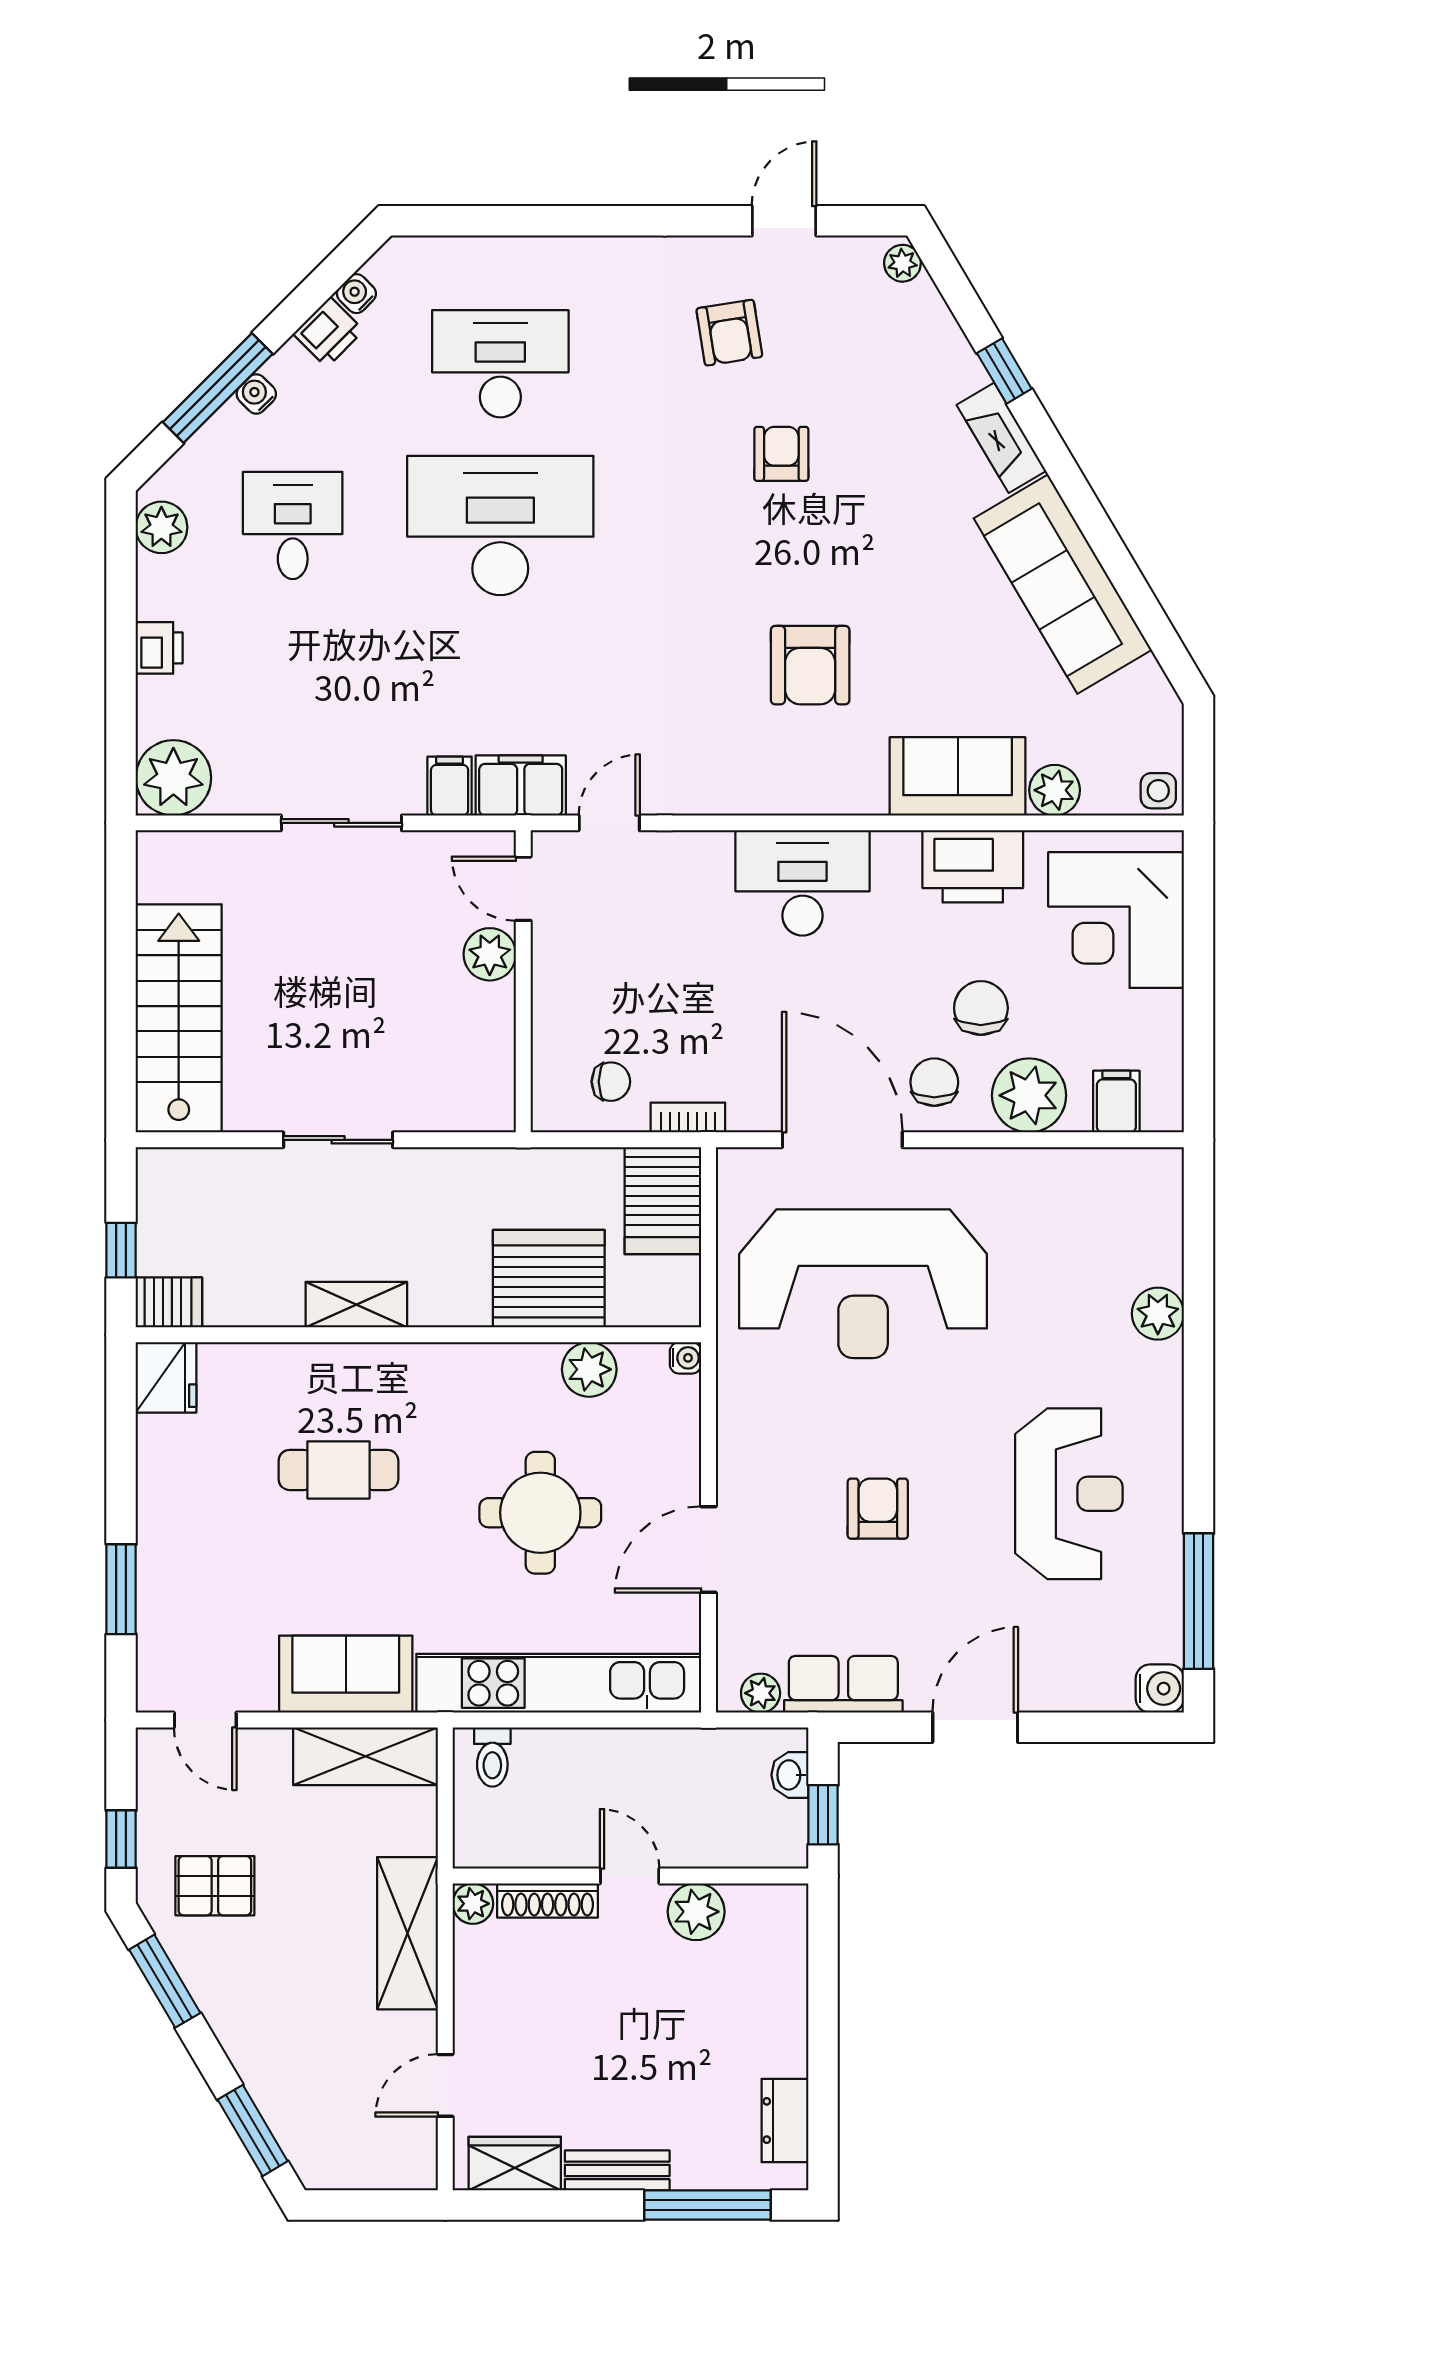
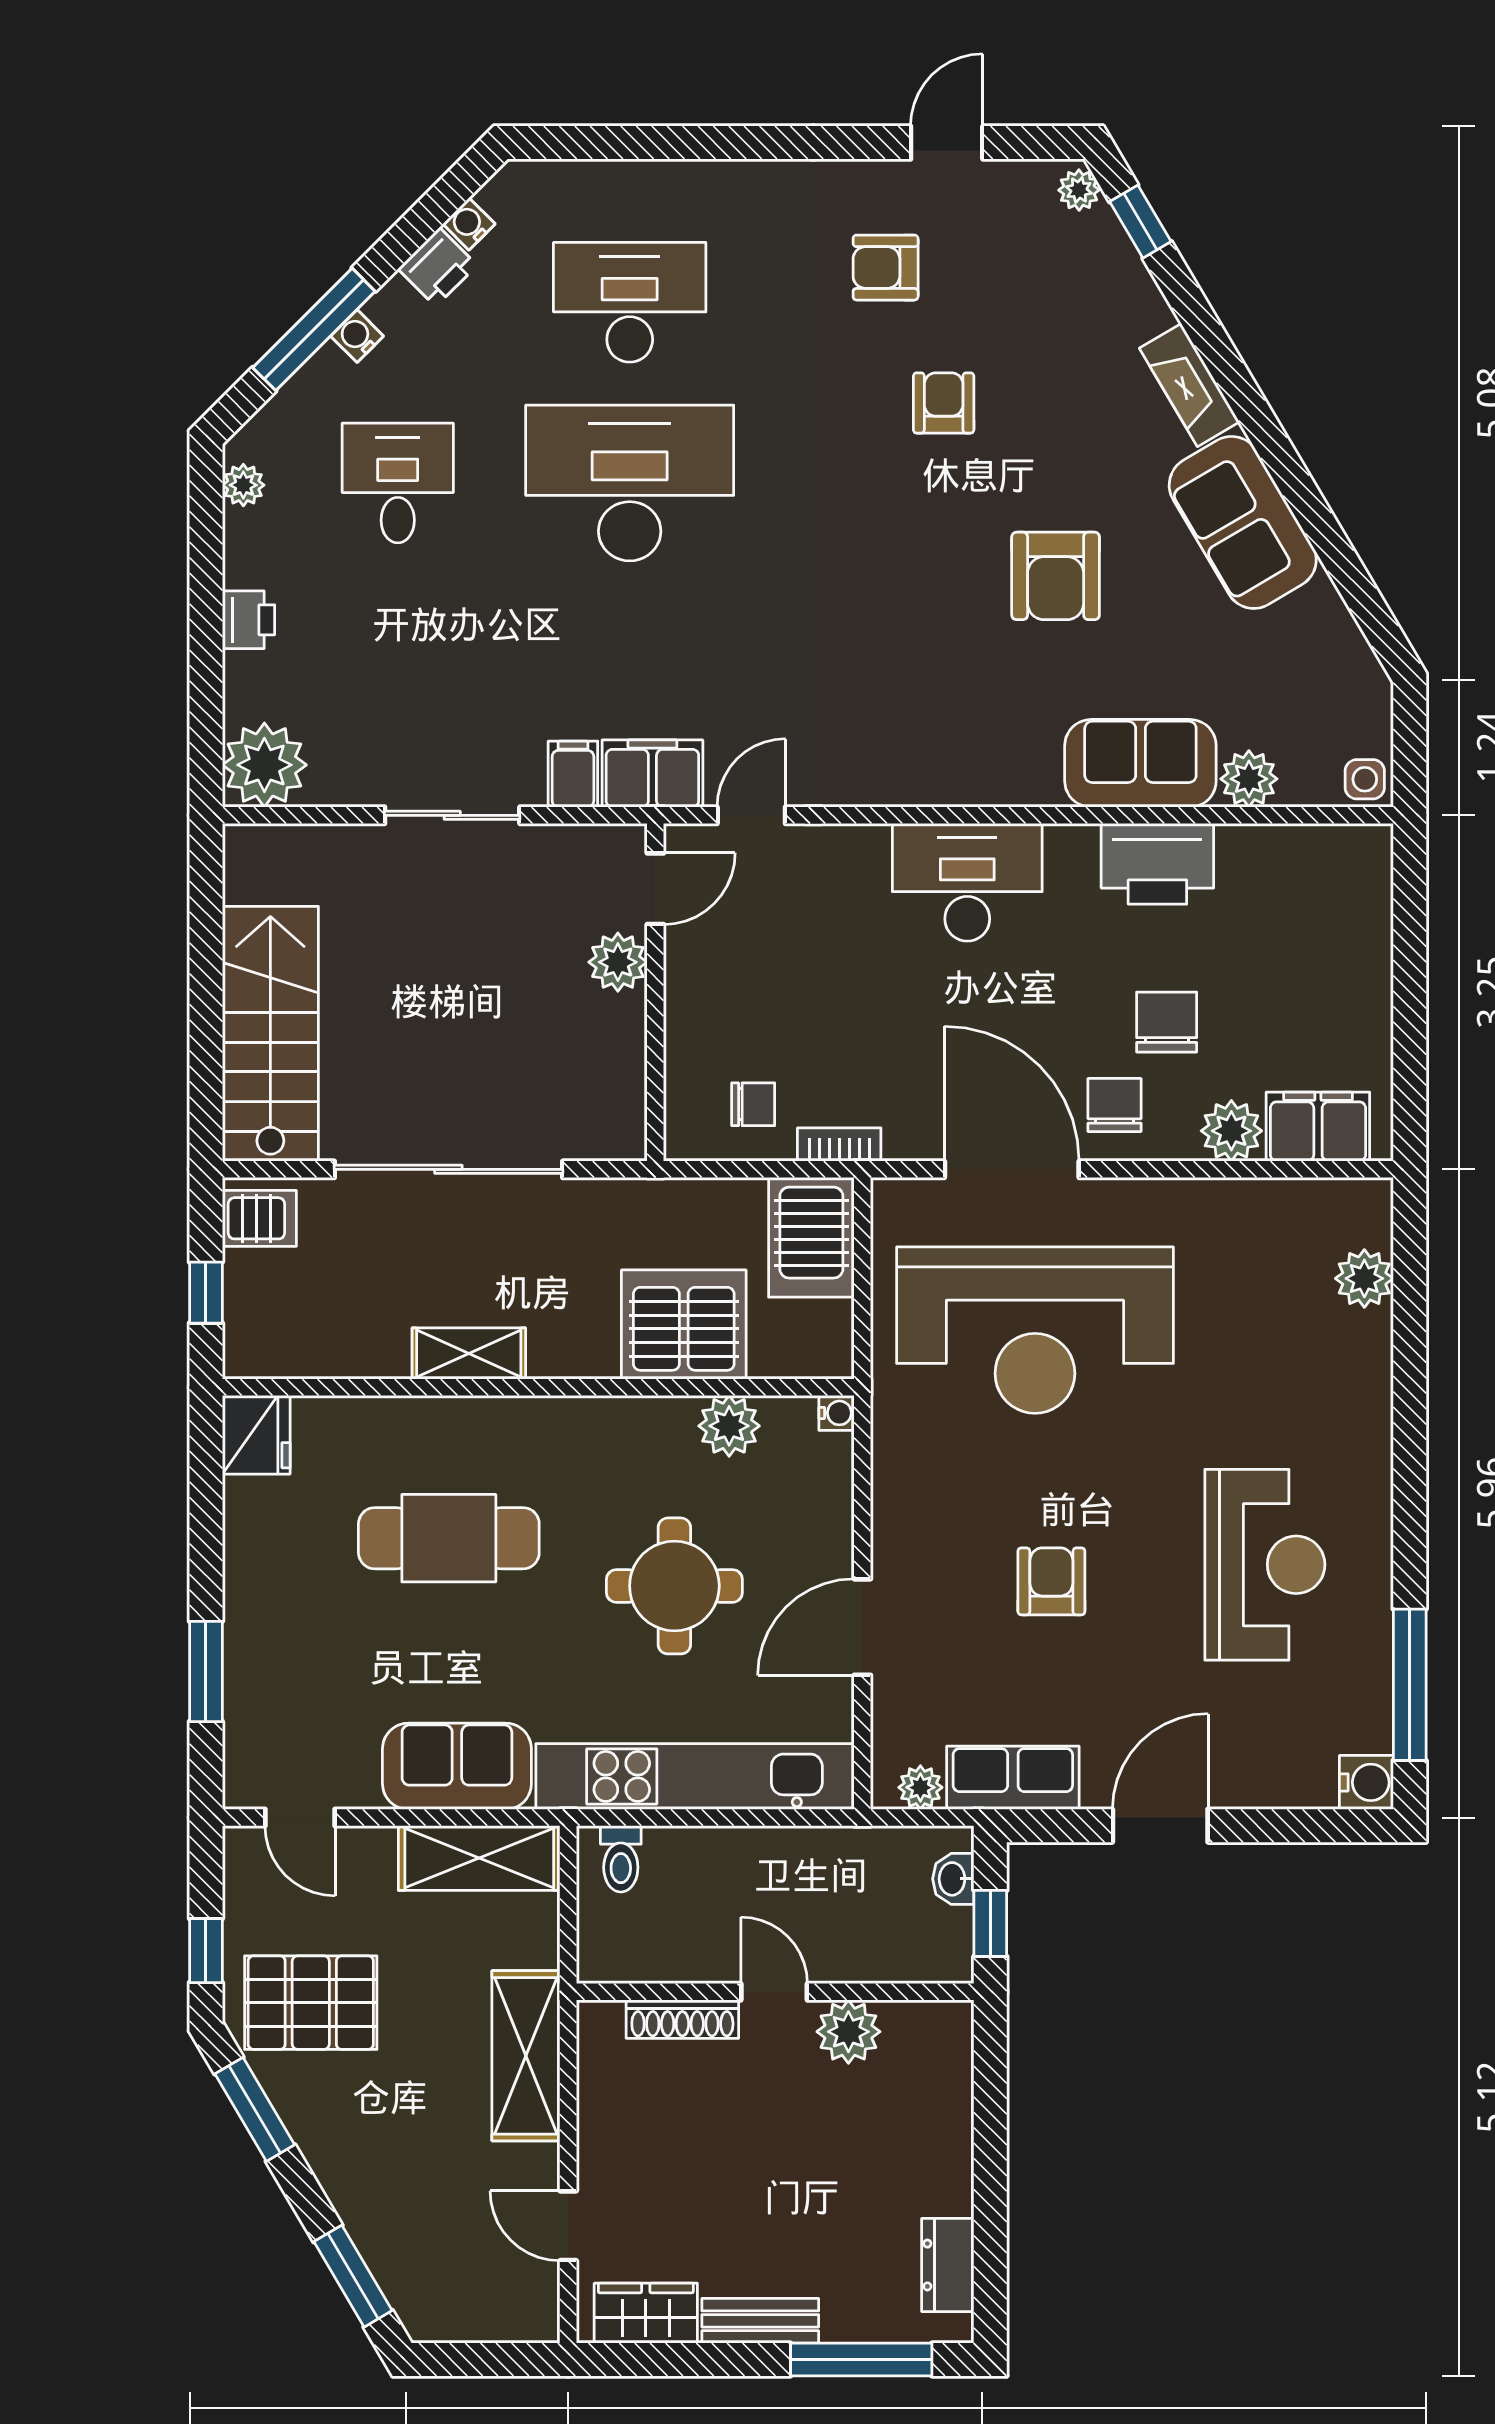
armchair: (729, 333) -> (886, 268), turned 99
window: (1004, 371) -> (1140, 222), moved
plant: (161, 527) -> (243, 485), width x0.73, depth x0.73
sofa: (1063, 584) -> (1243, 522), width x0.73
armchair: (810, 665) -> (1056, 576), moved
door: (523, 889) -> (655, 889), swing flipped
corner desk: (1116, 920) -> (1318, 924), removed
plant: (1029, 1095) -> (1231, 1131), width x0.73, depth x0.73
filing cabinet: (1116, 1102) -> (1318, 1127), width x2.00
sliding door: (338, 1140) -> (448, 1169), width x1.86
server rack: (169, 1302) -> (259, 1218), moved
plant: (1158, 1314) -> (1364, 1278), moved
cafe table: (338, 1470) -> (449, 1538), width x1.37, depth x1.35
pallet: (215, 1886) -> (311, 2003), width x1.50, depth x1.42
plant: (473, 1904) -> (599, 2023), removed
door: (445, 2085) -> (568, 2226), hinge flipped

